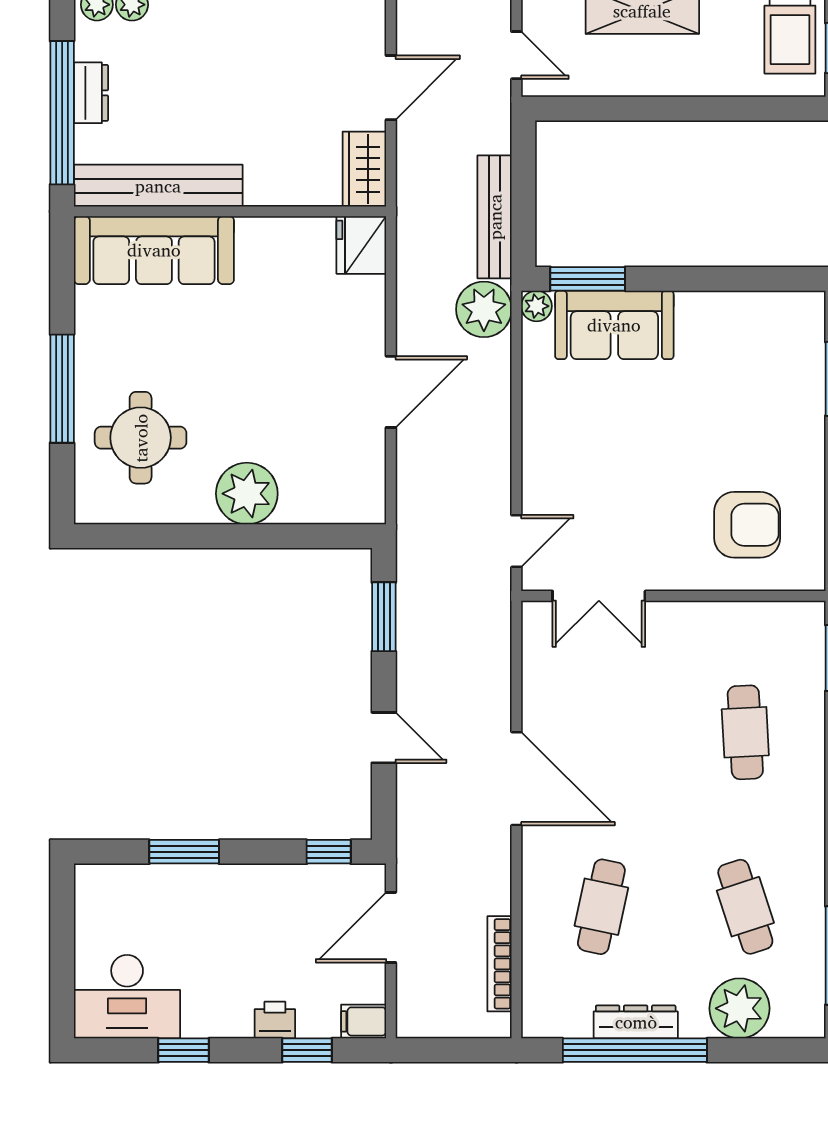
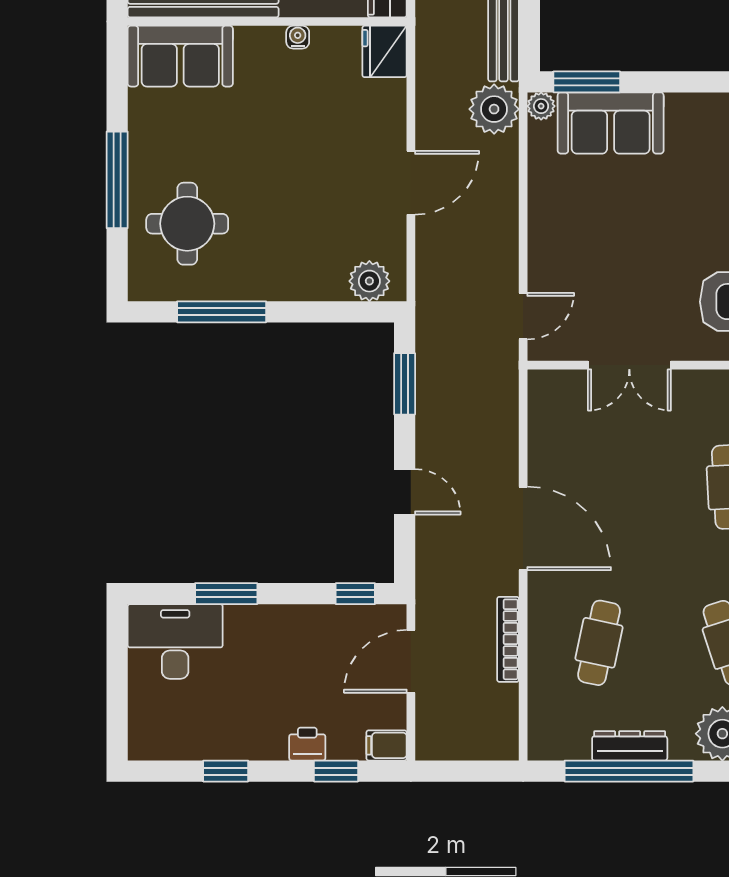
water cooler: (264, 229) -> (298, 37), added
sofa: (154, 250) -> (180, 56), width x0.73
plant: (247, 494) -> (369, 281), moved, width x0.73, depth x0.73
window: (179, 536) -> (222, 312), added
double door: (599, 596) -> (629, 365), moved
bookcase: (500, 964) -> (508, 639), moved
desk: (127, 997) -> (175, 641), moved, turned 180

